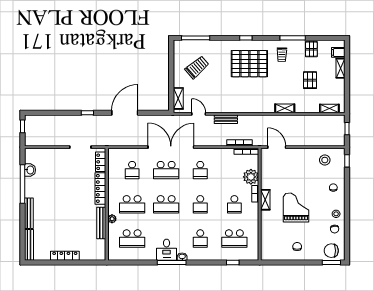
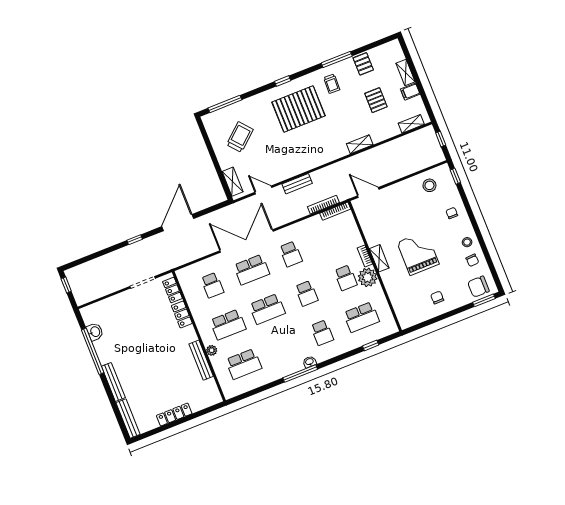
filing cabinet: (338, 52) -> (410, 92), moved
plant: (251, 177) -> (368, 277), moved
locker: (100, 188) -> (182, 314), width x0.66
desk: (167, 250) -> (288, 361), removed

